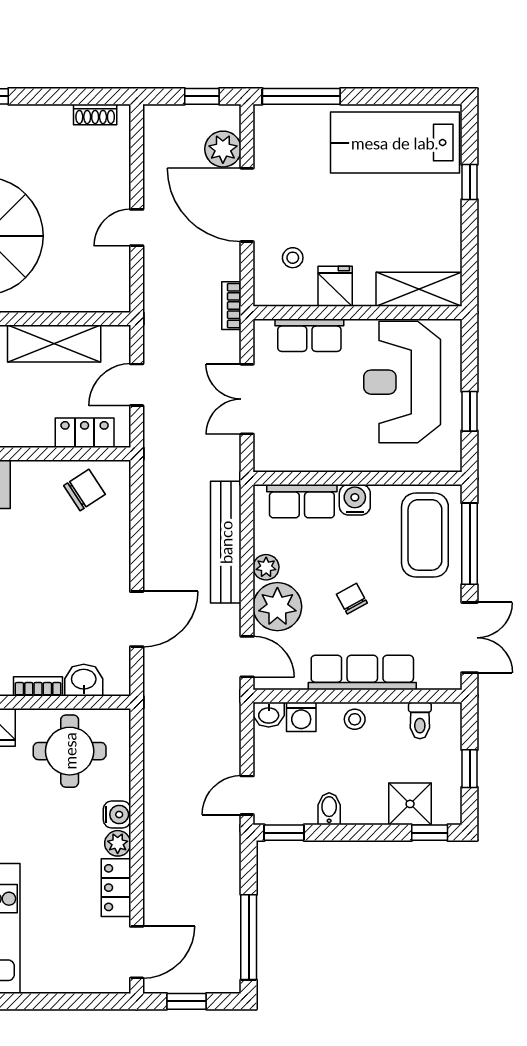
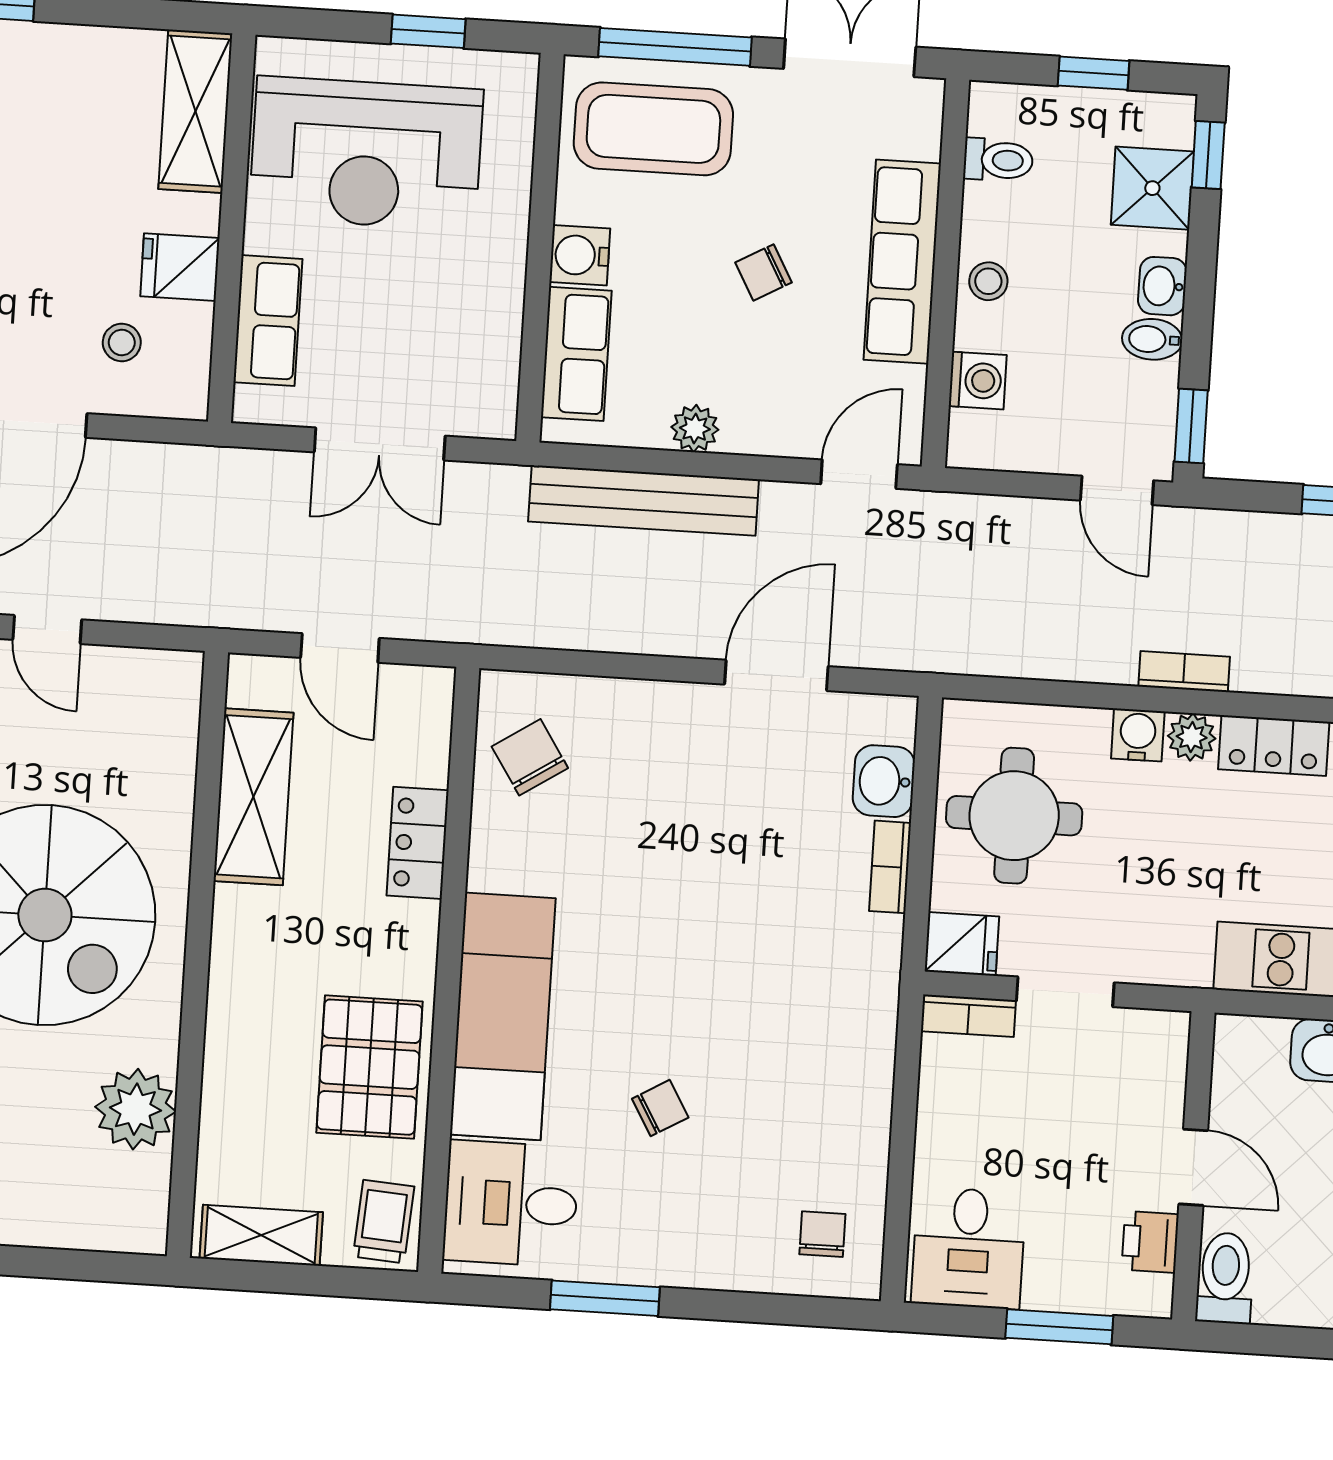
bookcase: (231, 306) -> (1184, 672), moved, turned 180
locker: (85, 433) -> (418, 843), moved
plant: (277, 607) -> (770, 412), removed
door: (137, 619) -> (776, 675), hinge flipped
washbasin: (269, 715) -> (1162, 286), moved, turned 180

